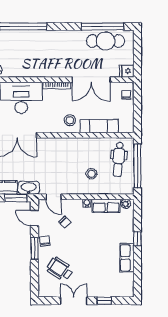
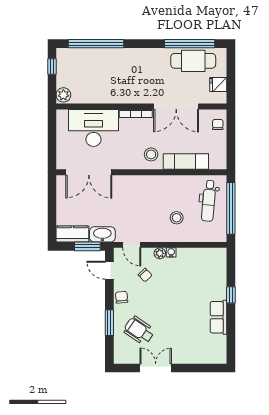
fridge: (127, 71) -> (218, 84), moved
plant: (126, 204) -> (160, 253), moved
row of seats: (106, 206) -> (194, 256), removed
window: (35, 248) -> (109, 323), moved
window: (104, 301) -> (192, 368), removed

